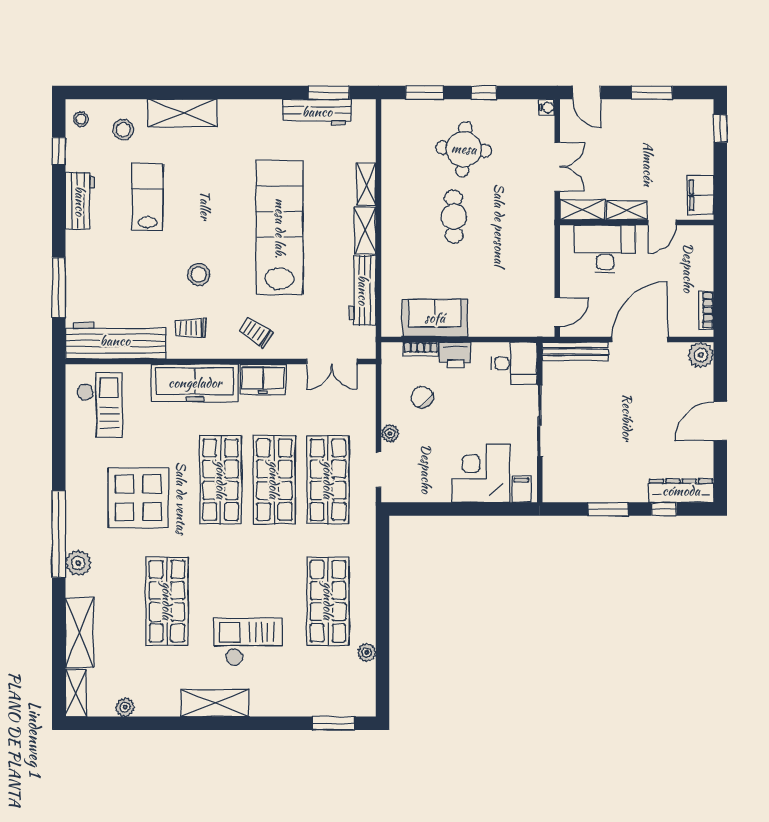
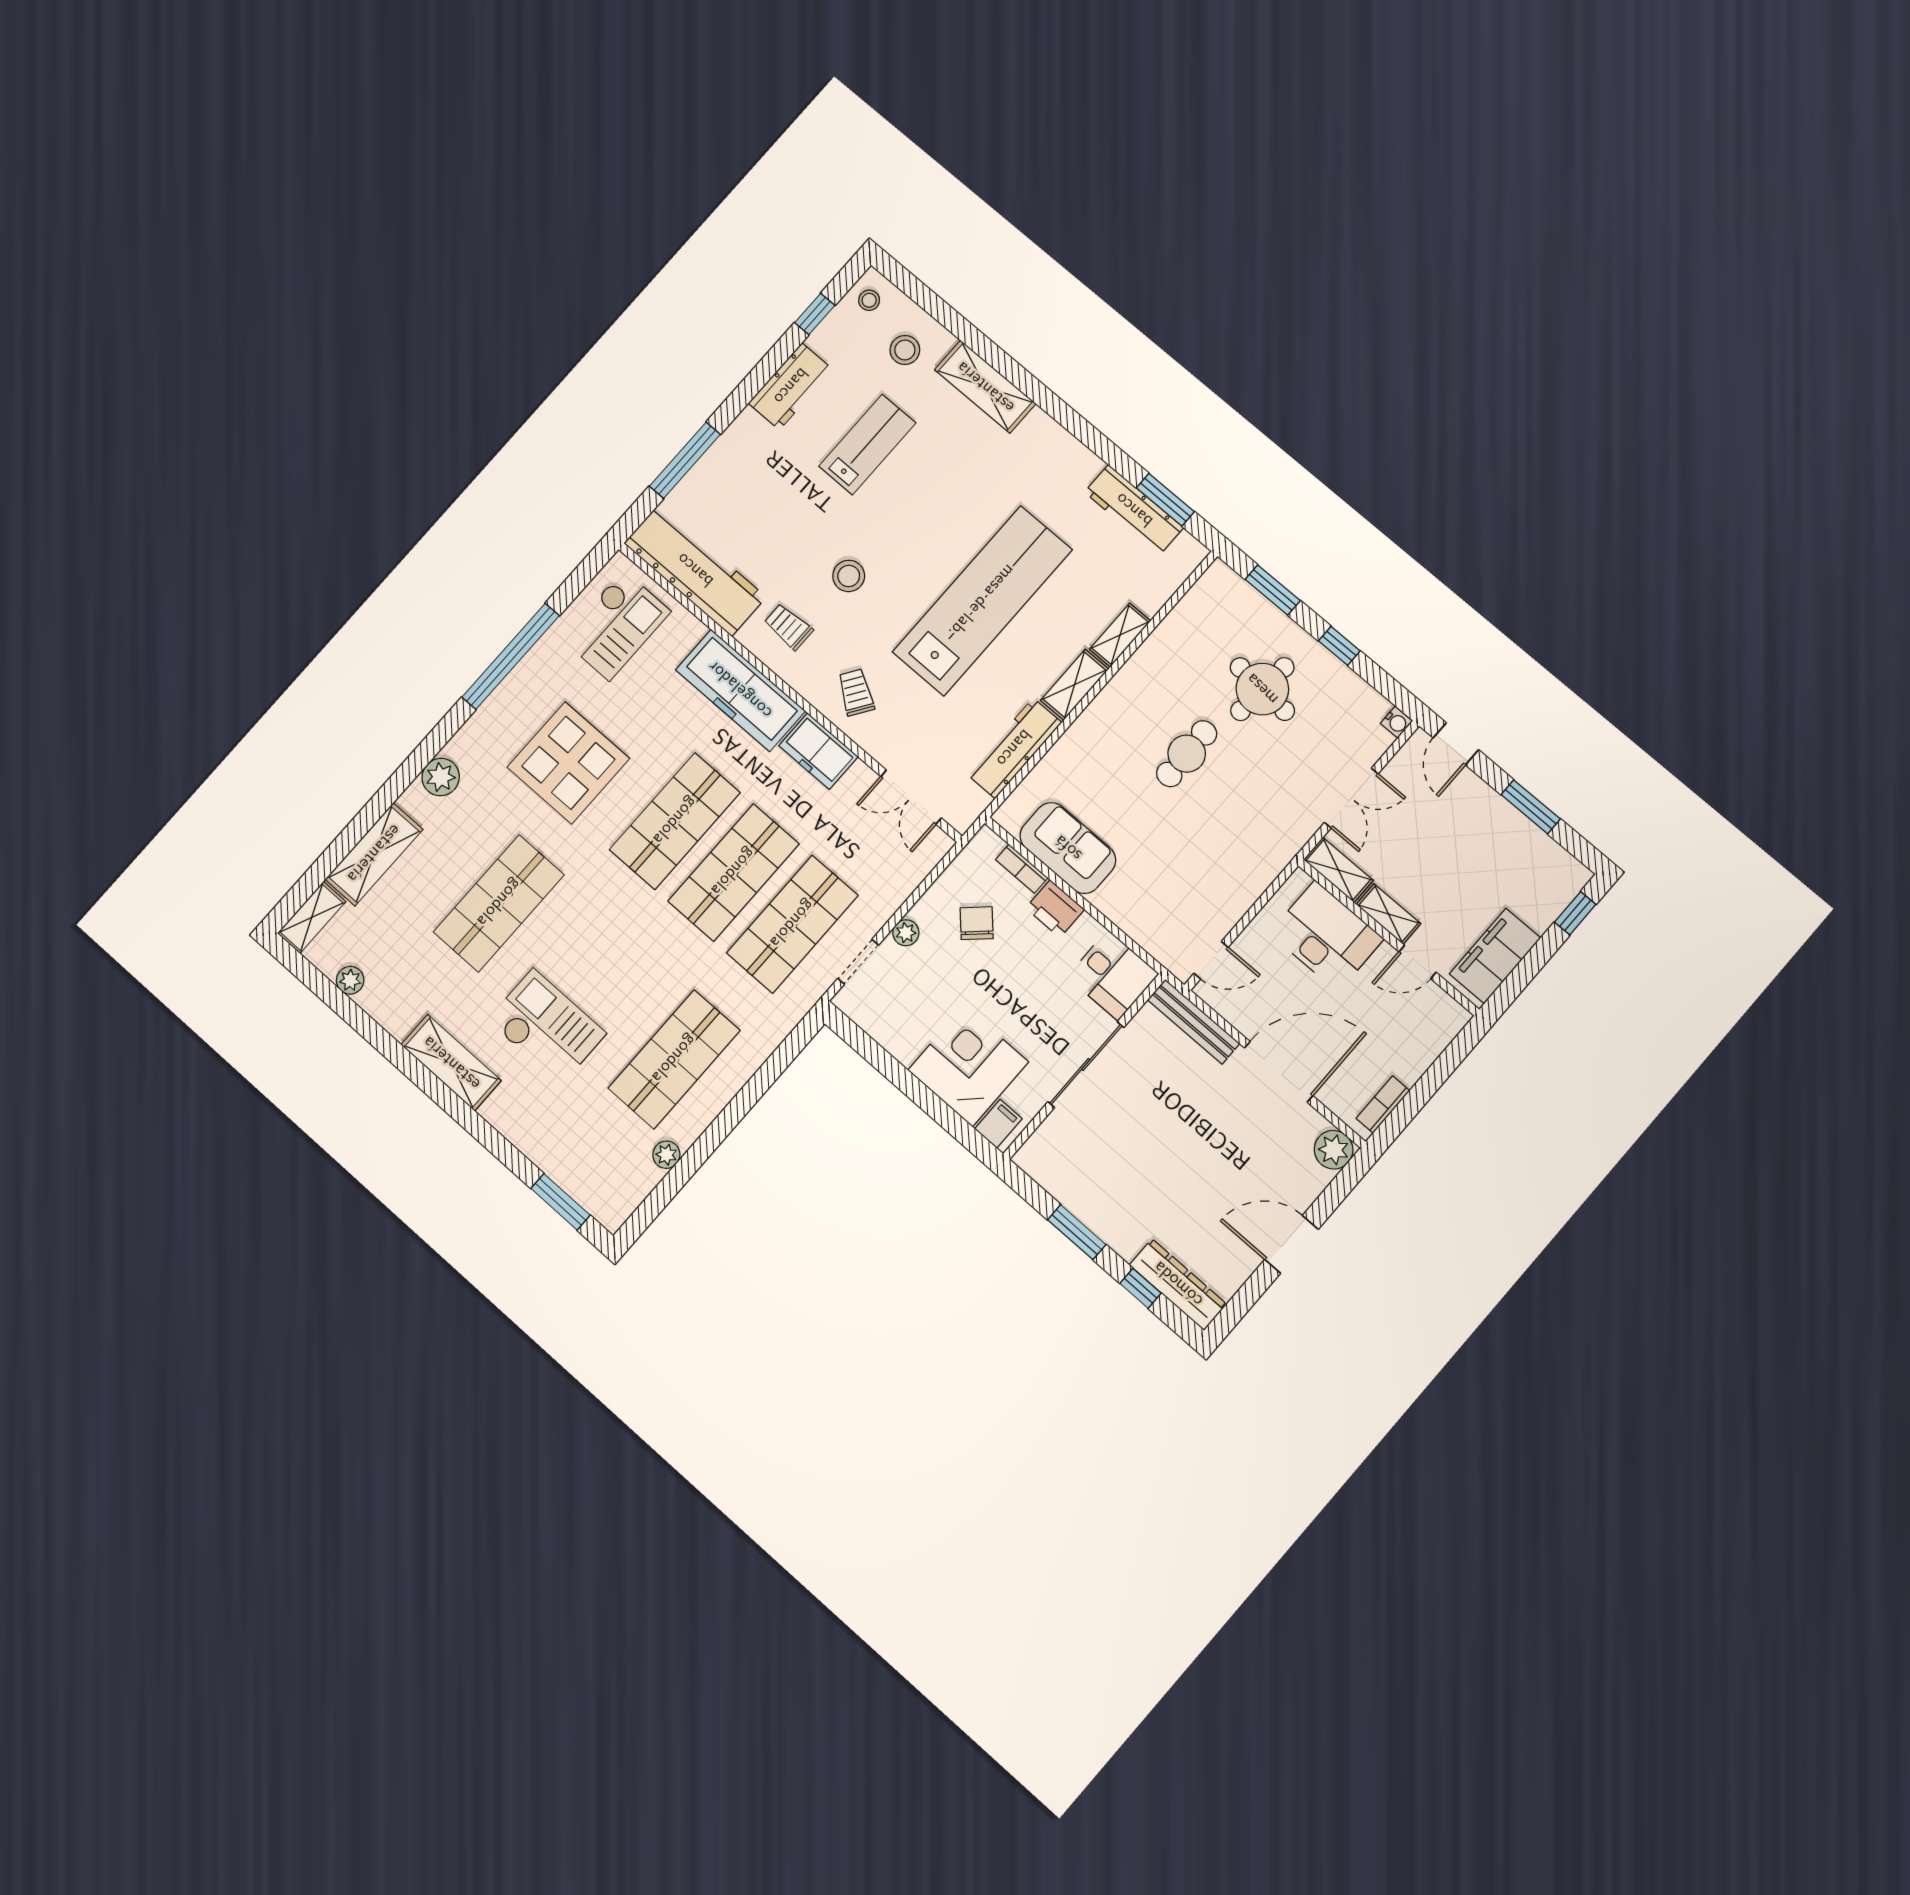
filing cabinet: (701, 195) -> (1495, 956), width x1.50, depth x1.17
window: (59, 534) -> (511, 656), moved

